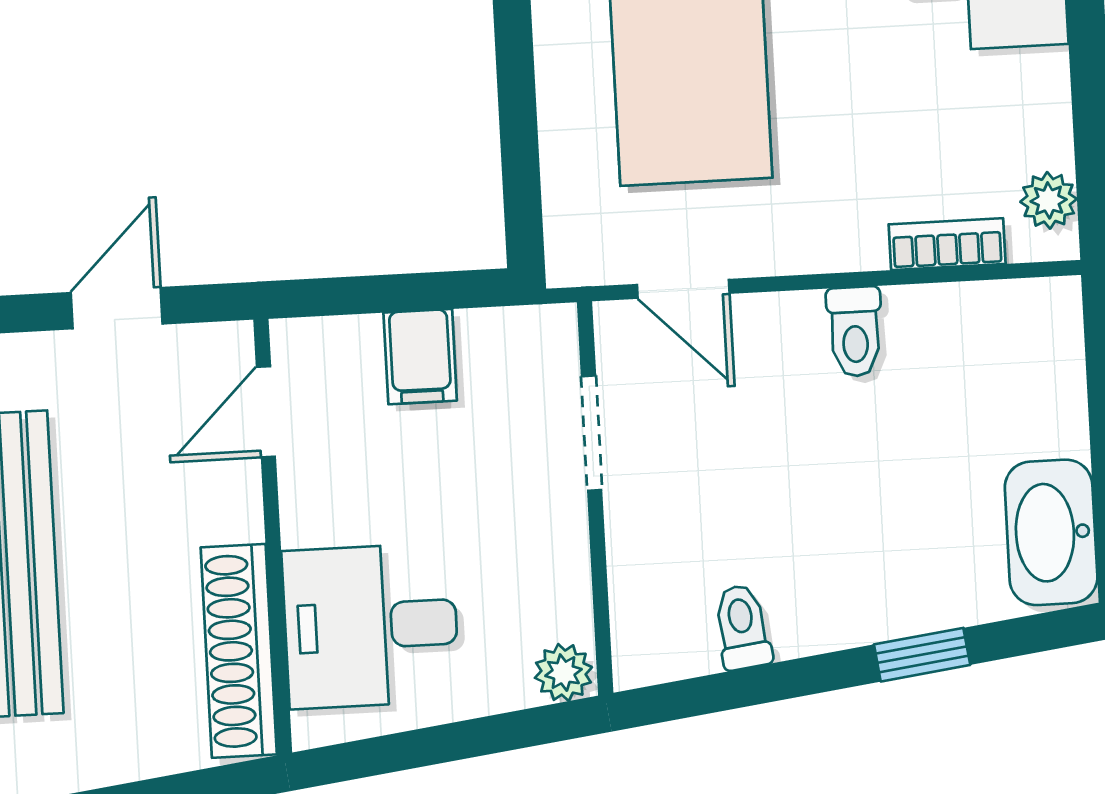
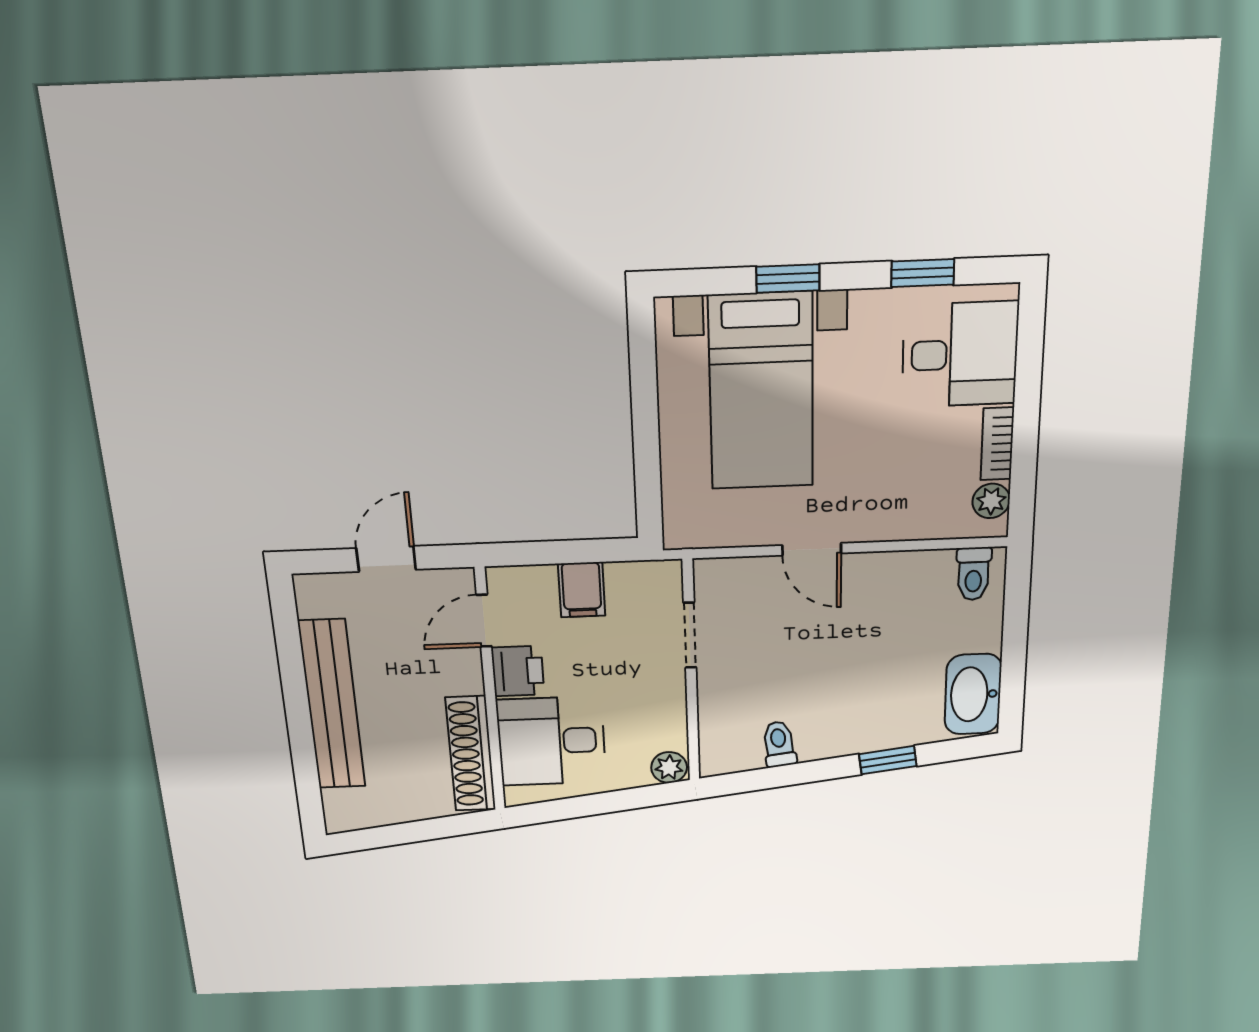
bookcase: (947, 244) -> (997, 444), moved, turned -90
door: (683, 289) -> (812, 549), moved
toilet: (855, 332) -> (974, 574), moved
printer: (318, 500) -> (518, 671), added

